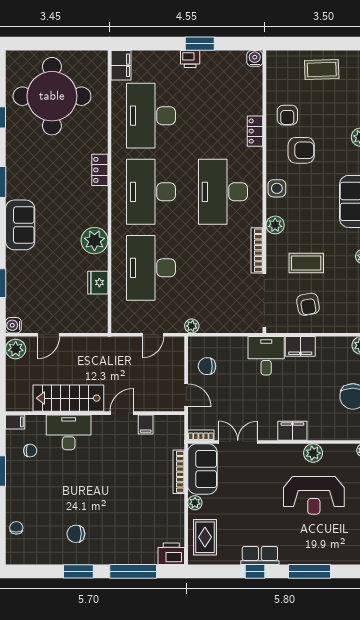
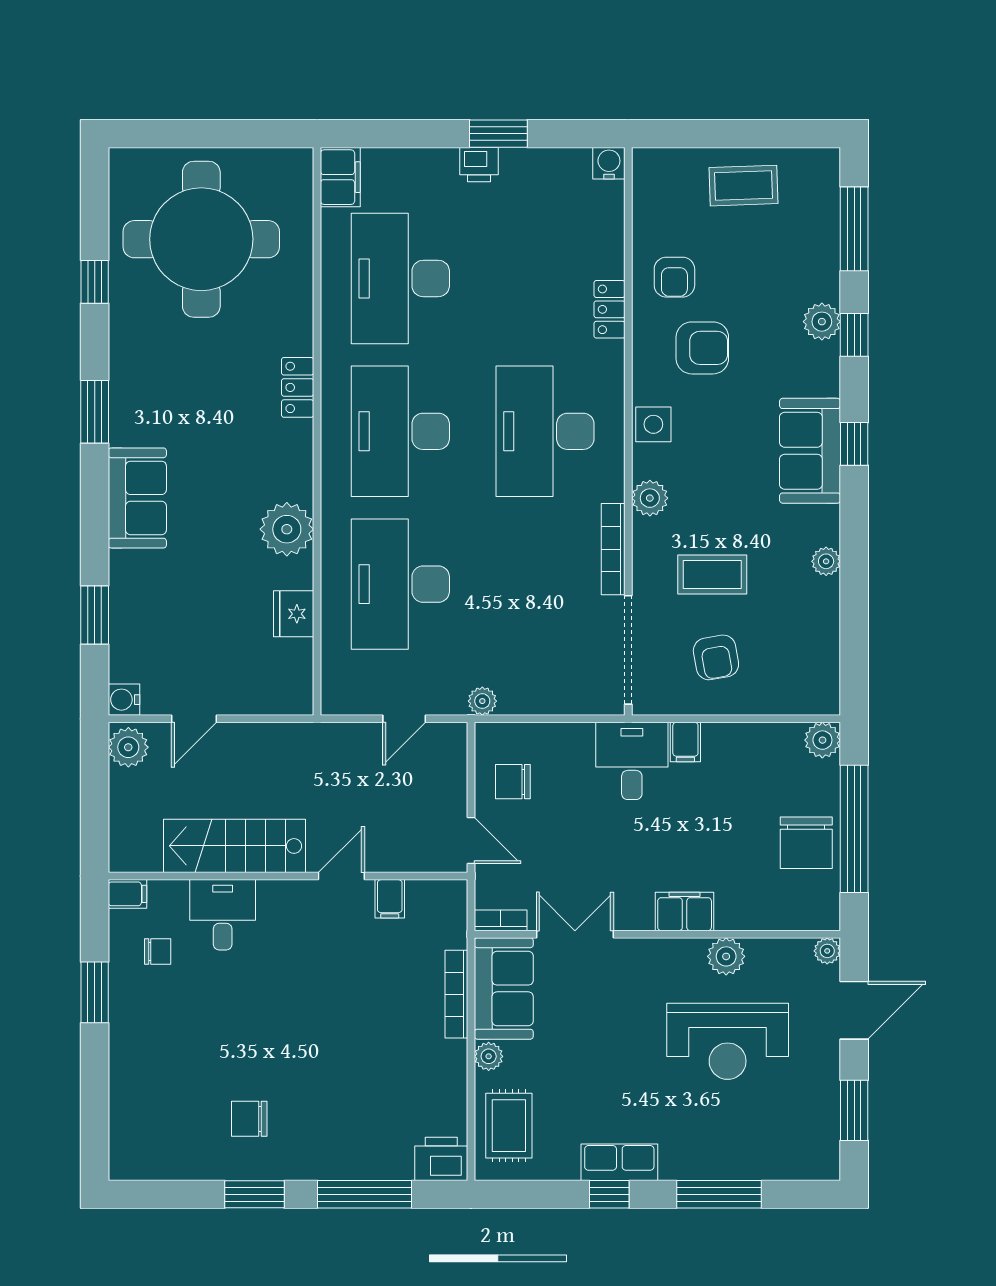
filing cabinet: (300, 346) -> (685, 742), width x0.50
desk: (69, 432) -> (223, 915), width x0.73
chair: (16, 528) -> (130, 1107), removed

